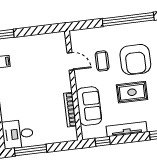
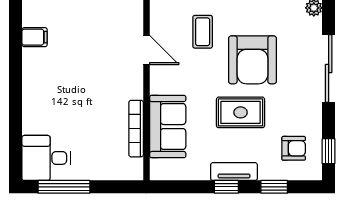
coffee table: (102, 61) -> (203, 32), moved
tv unit: (127, 129) -> (234, 172), width x0.71
window: (103, 141) -> (226, 187), moved

